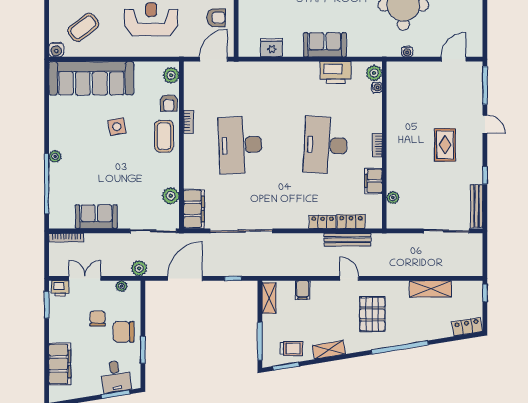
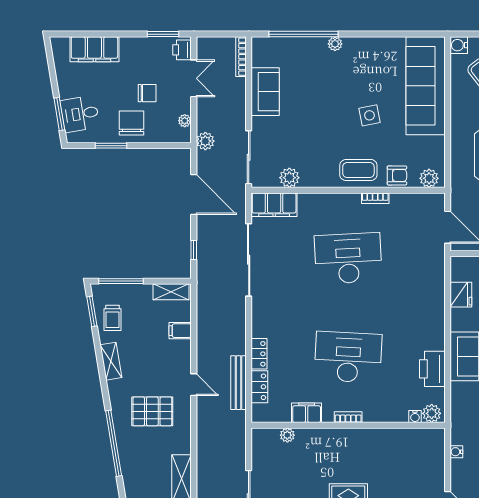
armchair: (169, 103) -> (397, 175), turned 180
door: (349, 278) -> (194, 385), hinge flipped

